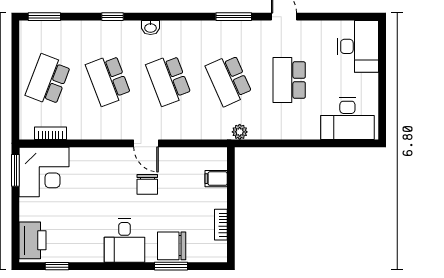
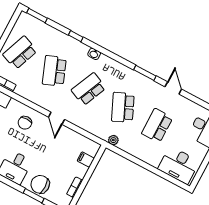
school desk: (169, 80) -> (89, 89), turned 45
chair: (147, 184) -> (25, 123), moved

